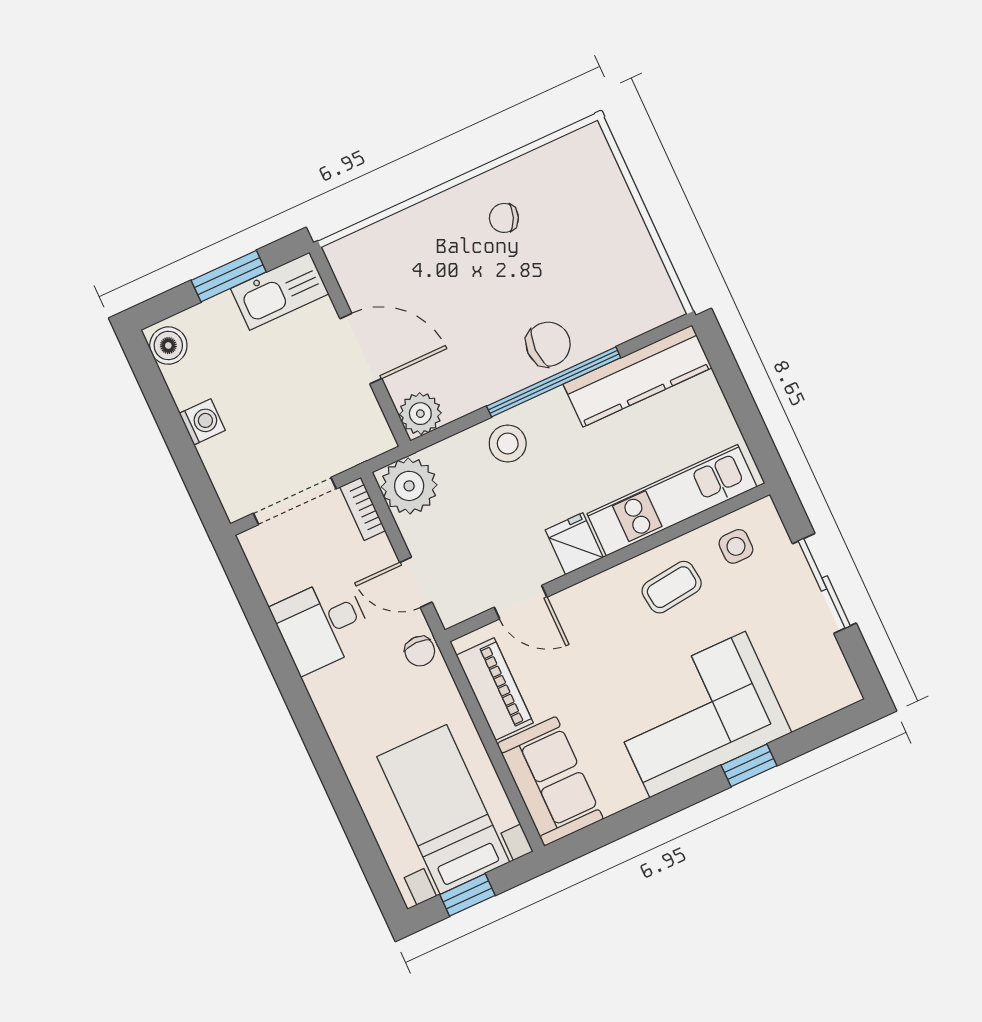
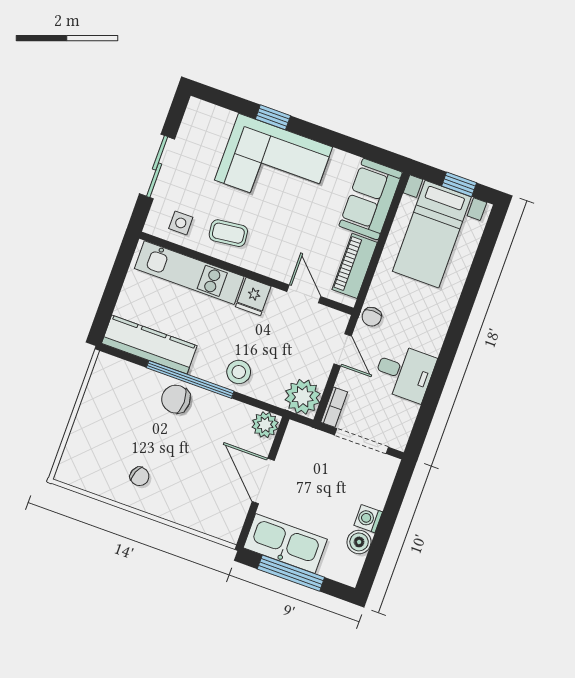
window: (229, 276) -> (291, 573), width x1.44
kitchen sink: (280, 291) -> (285, 544), width x1.36, depth x1.24
boiler: (168, 346) -> (359, 542), moved
chair: (420, 651) -> (372, 317), turned 180

